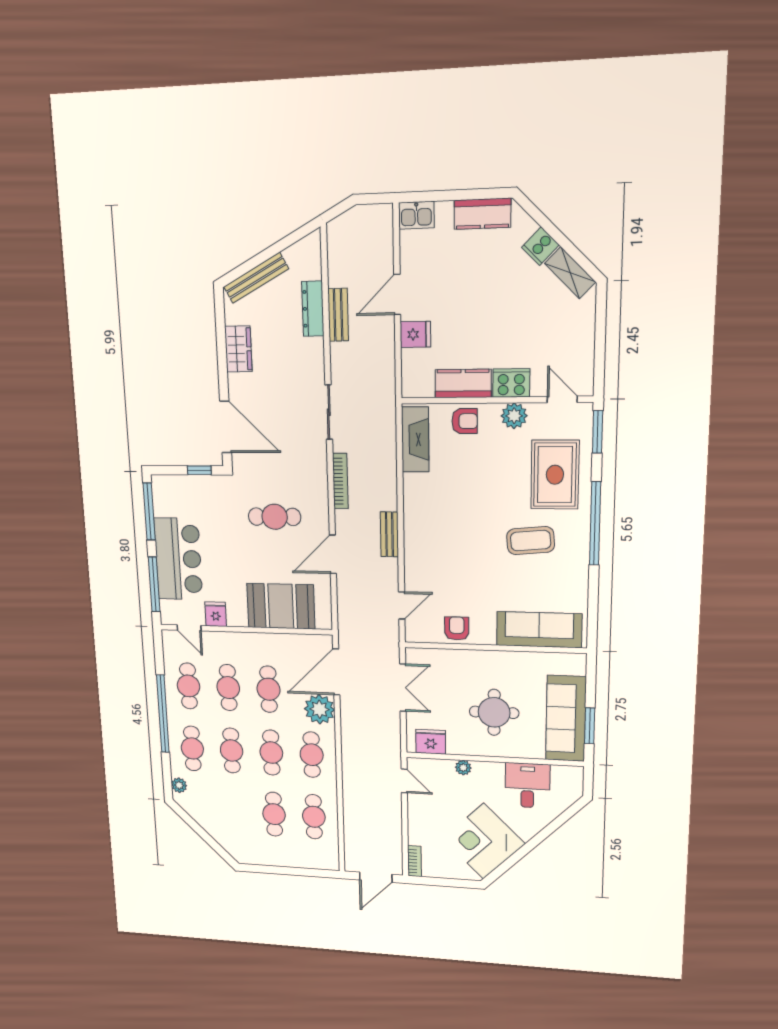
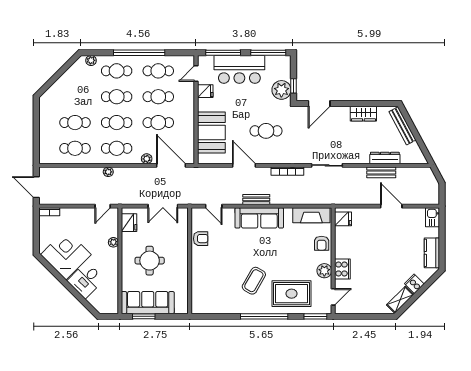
fridge: (415, 334) -> (343, 219), moved, turned -90
kitchen counter: (463, 383) -> (342, 242), removed
door: (226, 427) -> (319, 104), width x0.73
plant: (207, 490) -> (281, 90), added
cafe table: (275, 517) -> (266, 131), turned 90
coffee table: (531, 541) -> (254, 281), turned 35
sofa: (539, 630) -> (259, 218), moved, turned 90
plant: (319, 709) -> (147, 159), width x0.53, depth x0.53
plant: (349, 769) -> (108, 172), added
desk: (527, 785) -> (86, 280), moved, turned 135

